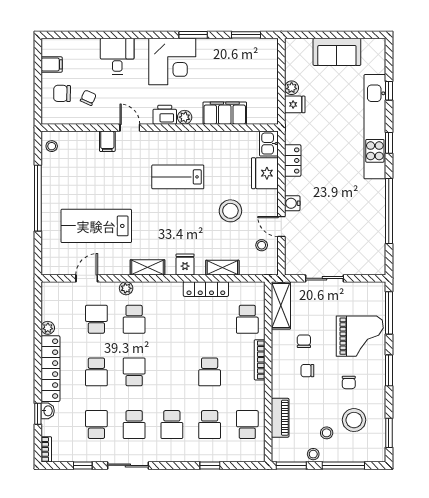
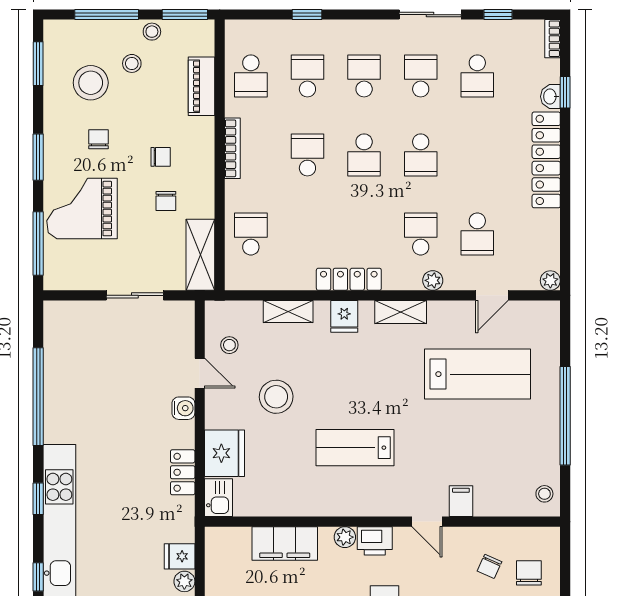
chair: (62, 93) -> (529, 573), turned -91
lab bench: (178, 177) -> (355, 448), turned 180
locker: (206, 289) -> (349, 279), moved
plant: (48, 328) -> (550, 281), moved
bookcase: (260, 360) -> (232, 148), moved
school desk: (96, 372) -> (364, 155), moved, turned 180

